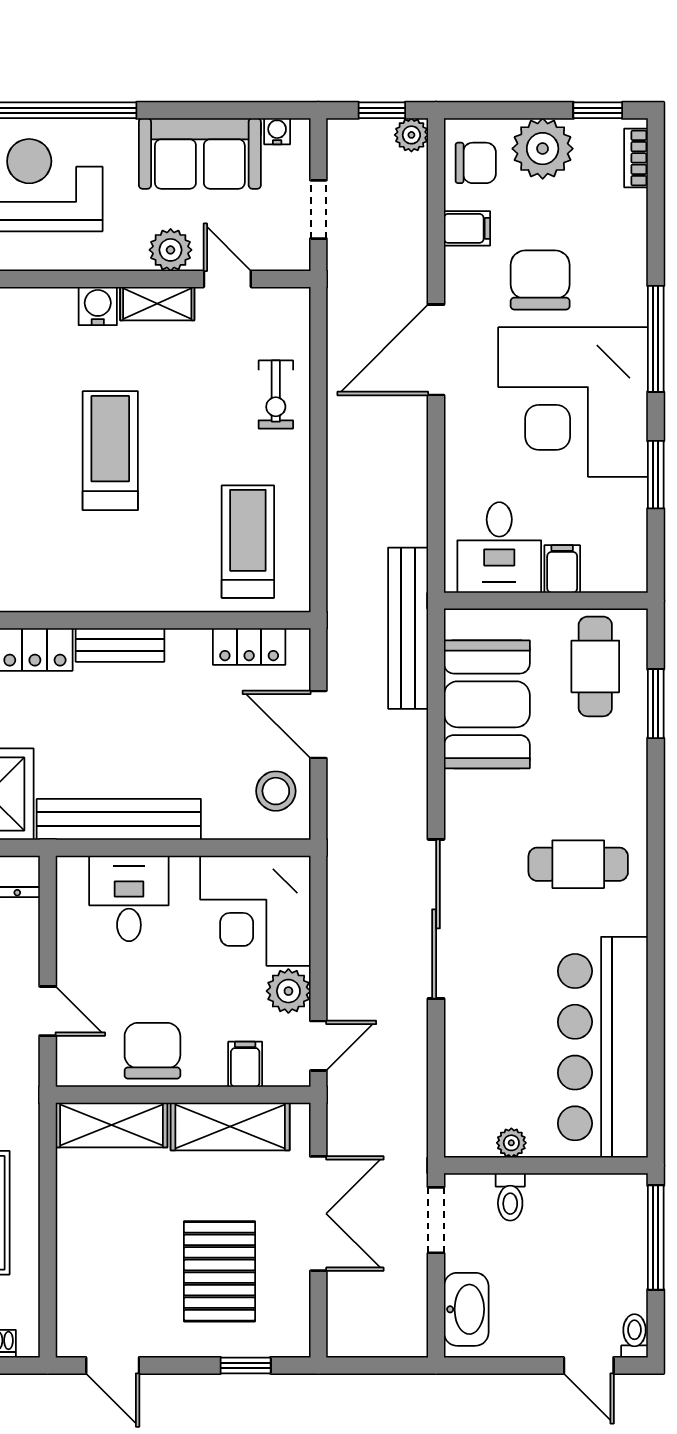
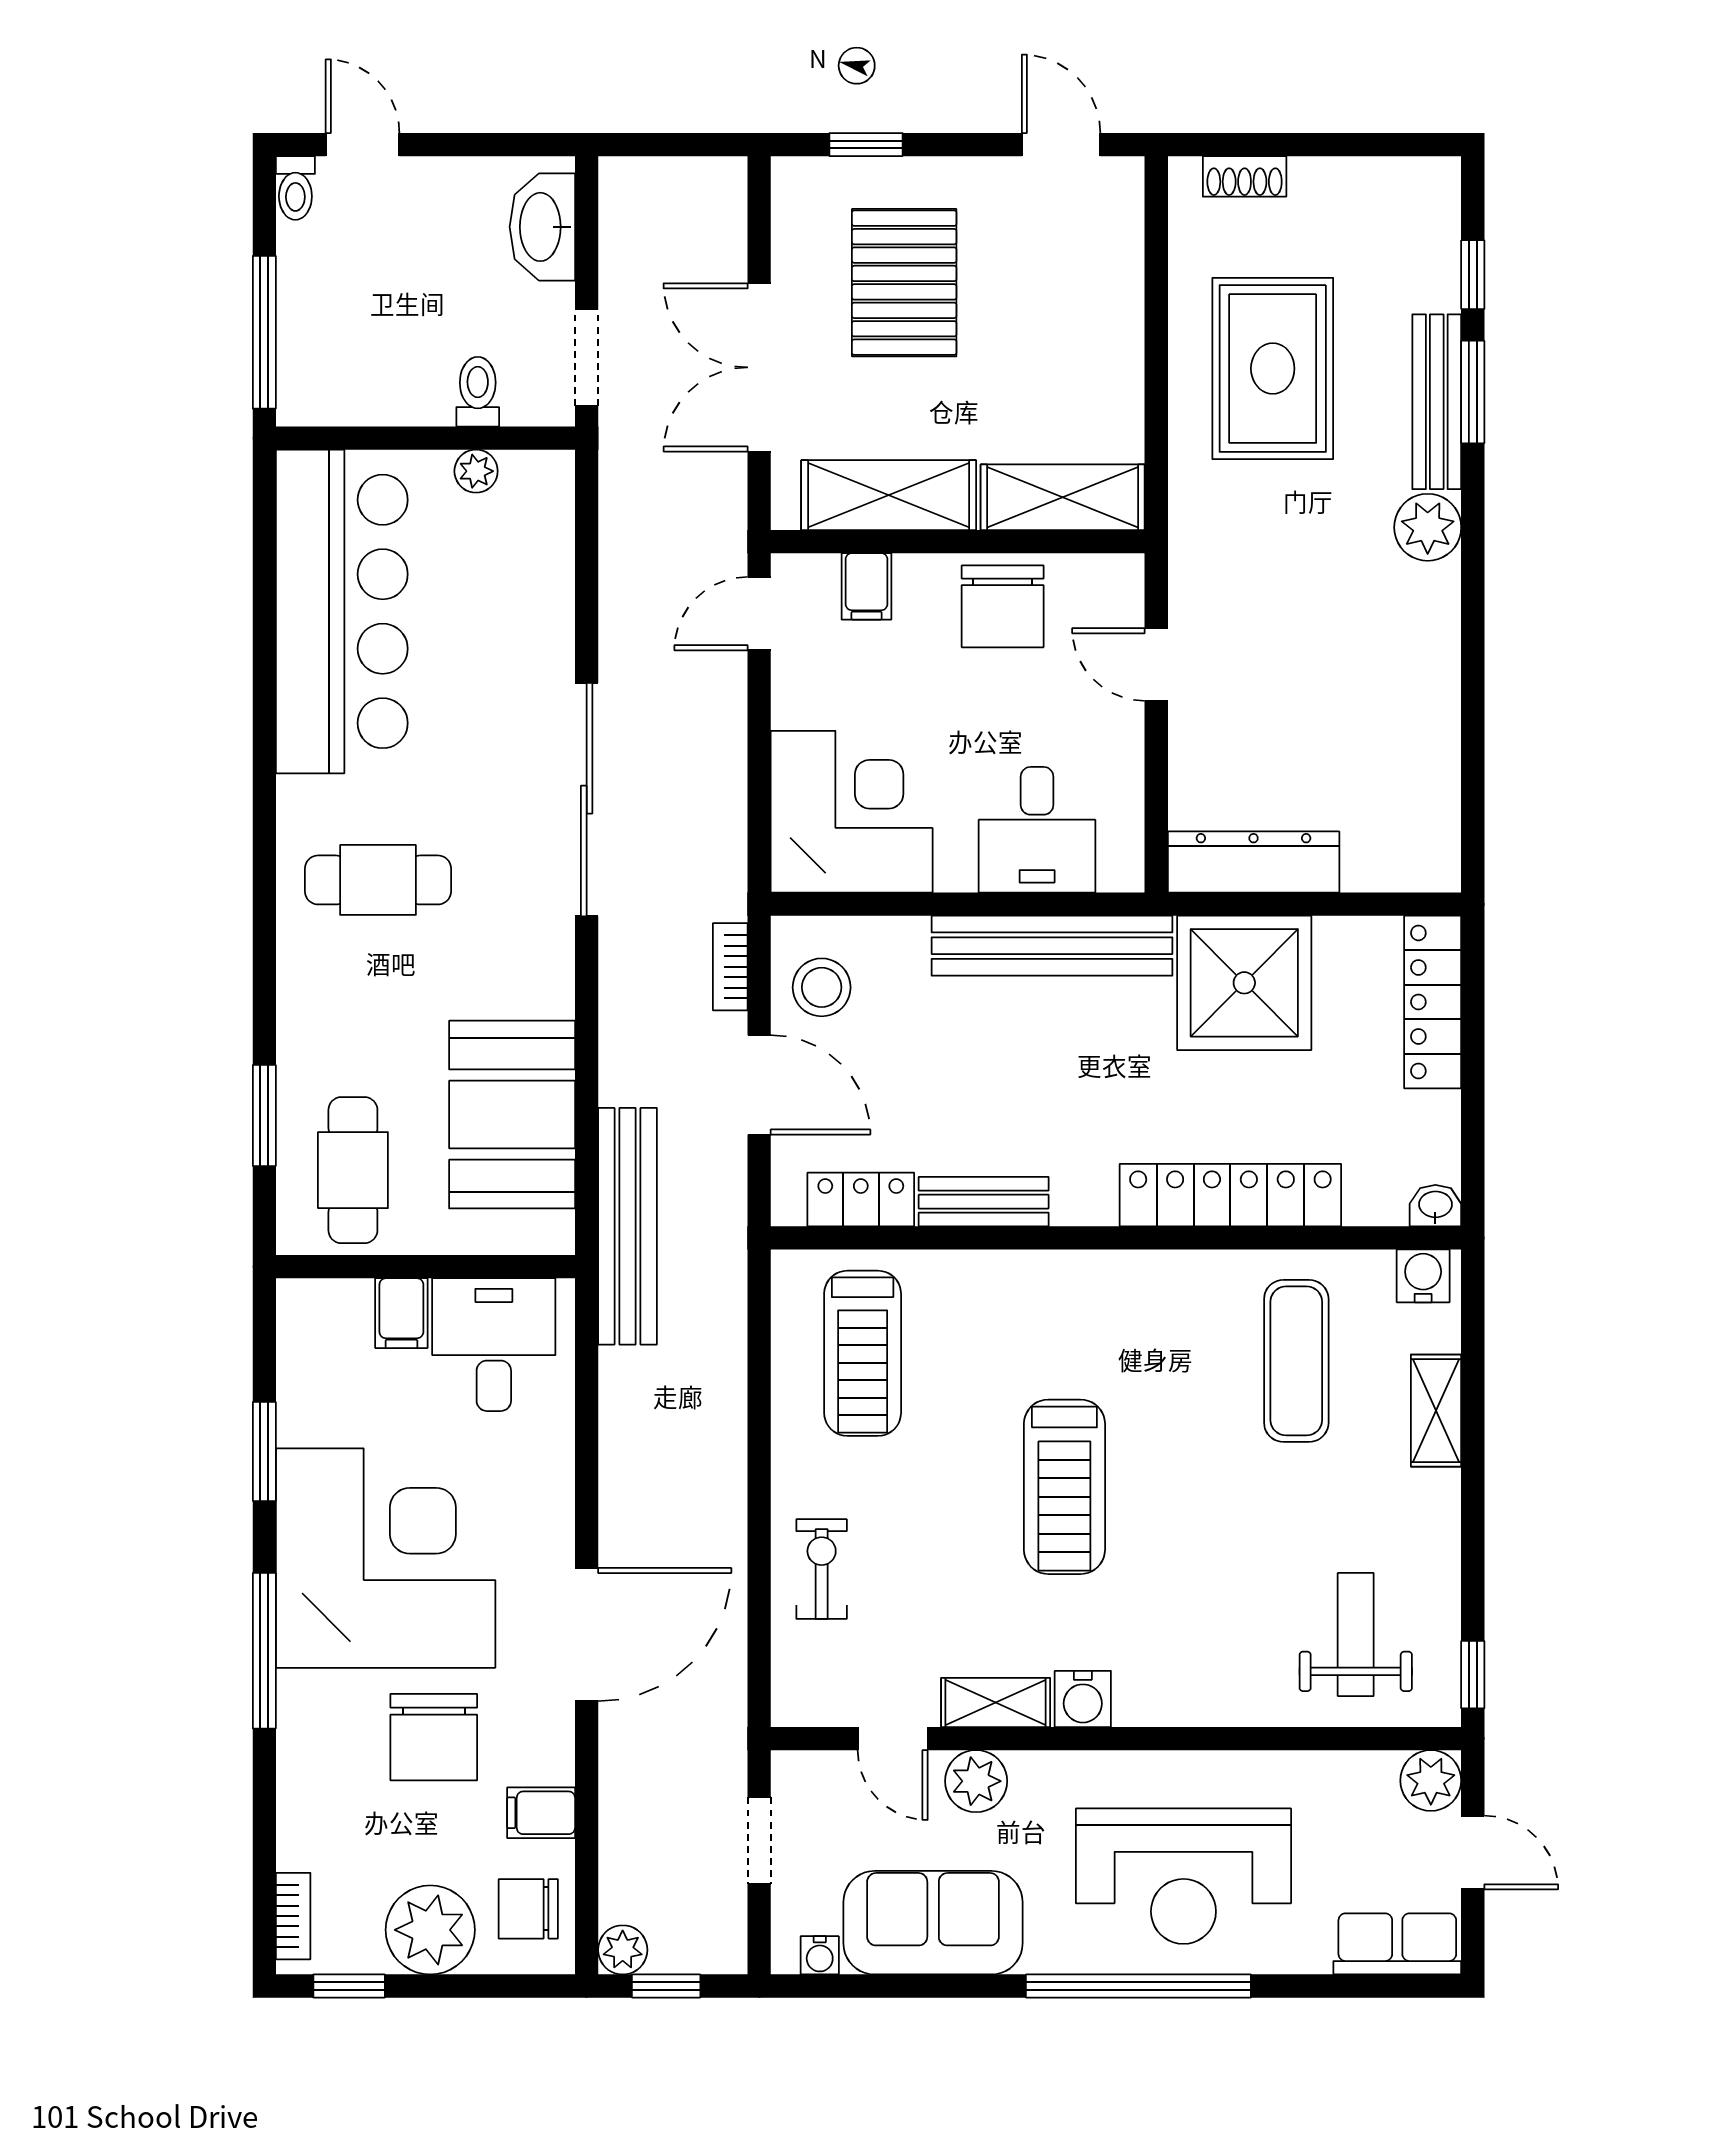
bench: (120, 645) -> (984, 1202), moved
bookcase: (338, 805) -> (730, 967), added
plant: (288, 991) -> (803, 694), removed

